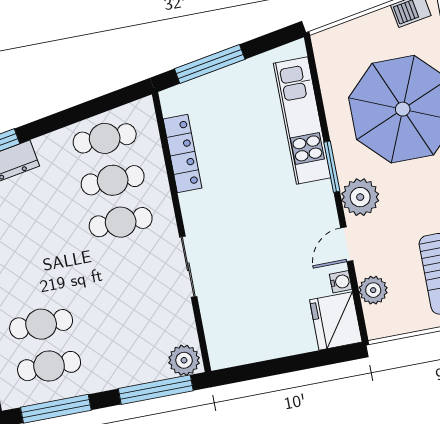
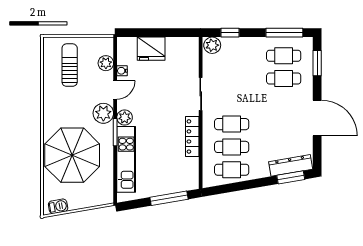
locker: (183, 154) -> (192, 136), moved
plant: (320, 197) -> (125, 117), added
fridge: (336, 321) -> (151, 49), moved, turned 90
window: (156, 390) -> (230, 33), width x0.46

